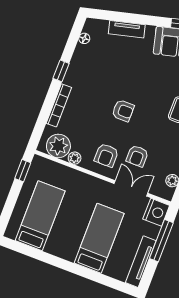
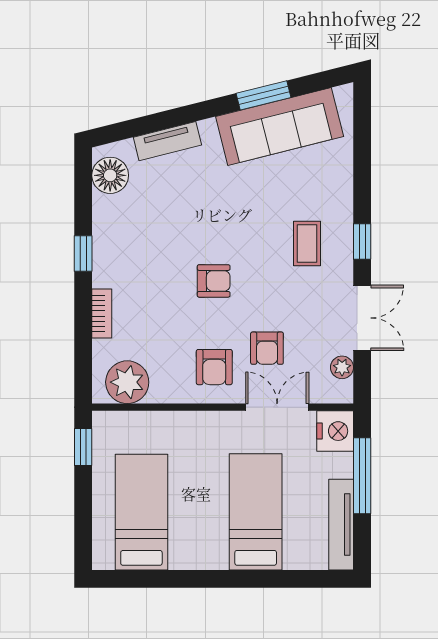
floor lamp: (84, 38) -> (110, 175), width x1.89, depth x1.89
bookcase: (59, 105) -> (102, 313), width x0.64
plant: (75, 158) -> (162, 392), removed

